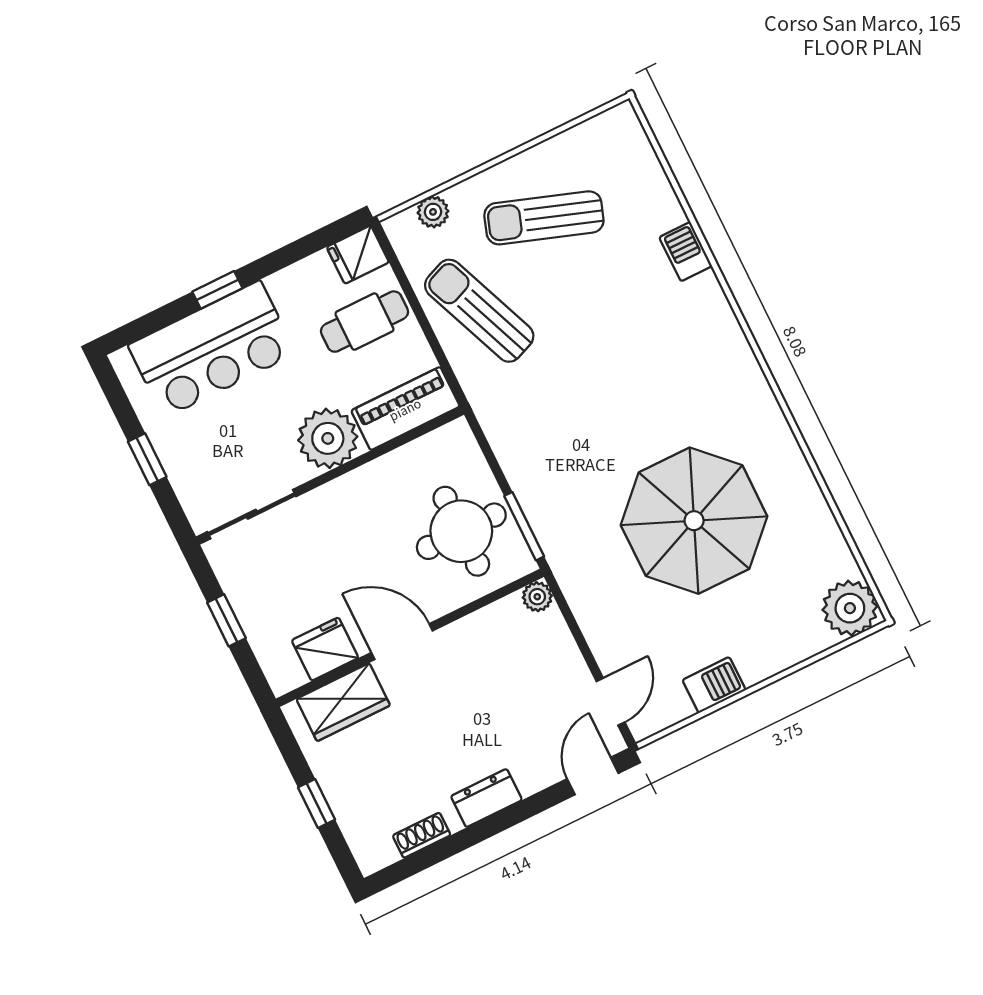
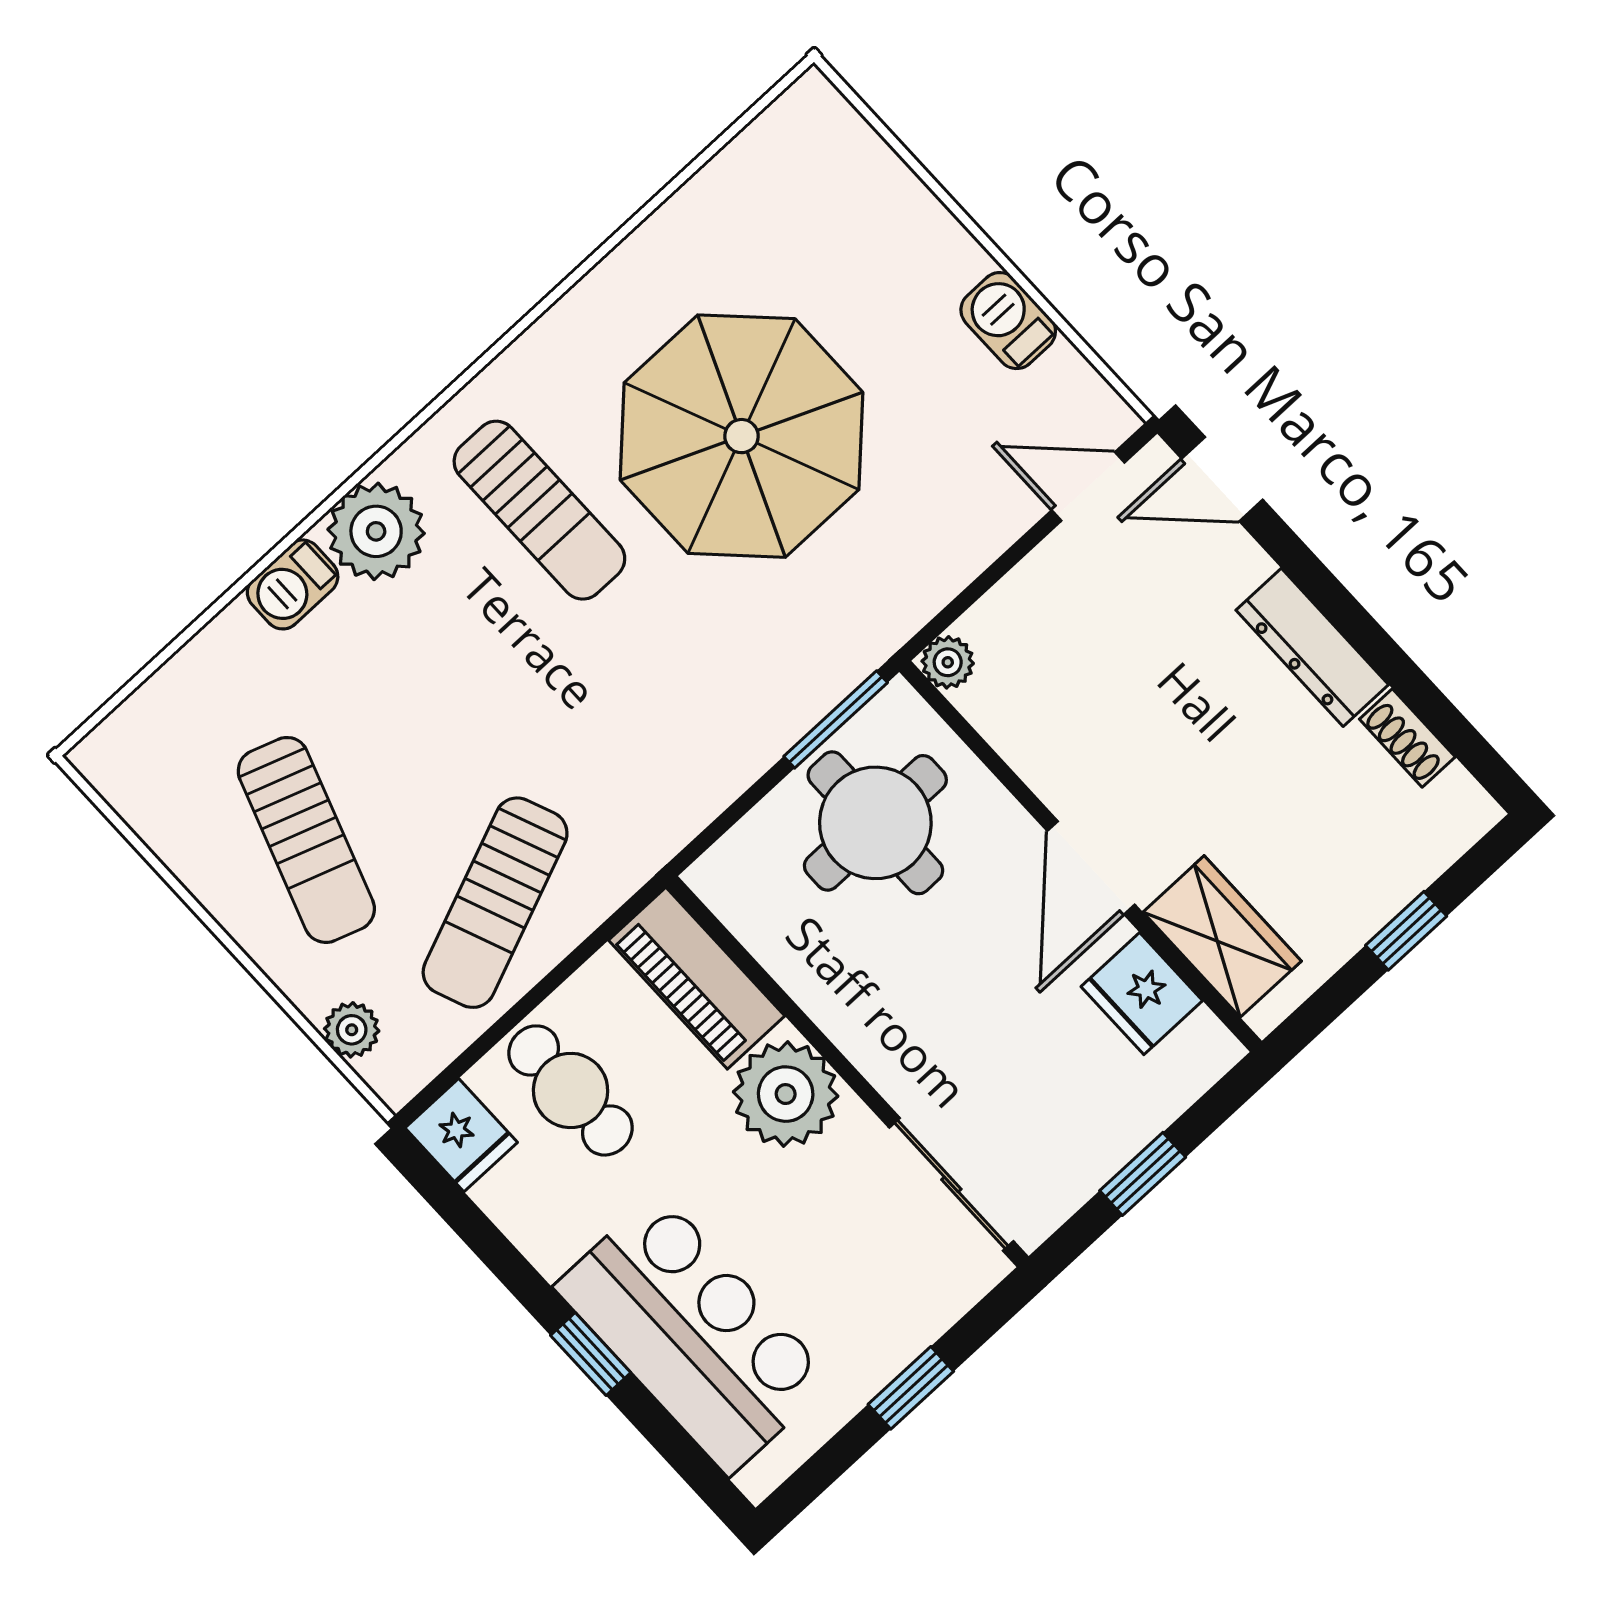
sun lounger: (686, 398) -> (539, 510), added
plant: (850, 608) -> (376, 531), moved
dresser: (486, 798) -> (1312, 647), width x1.44

